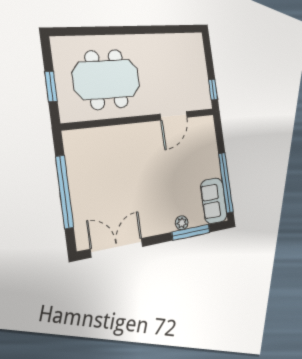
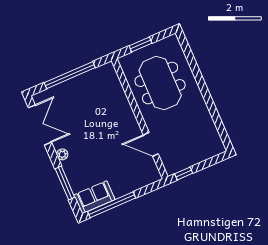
plant: (182, 223) -> (62, 154), moved

